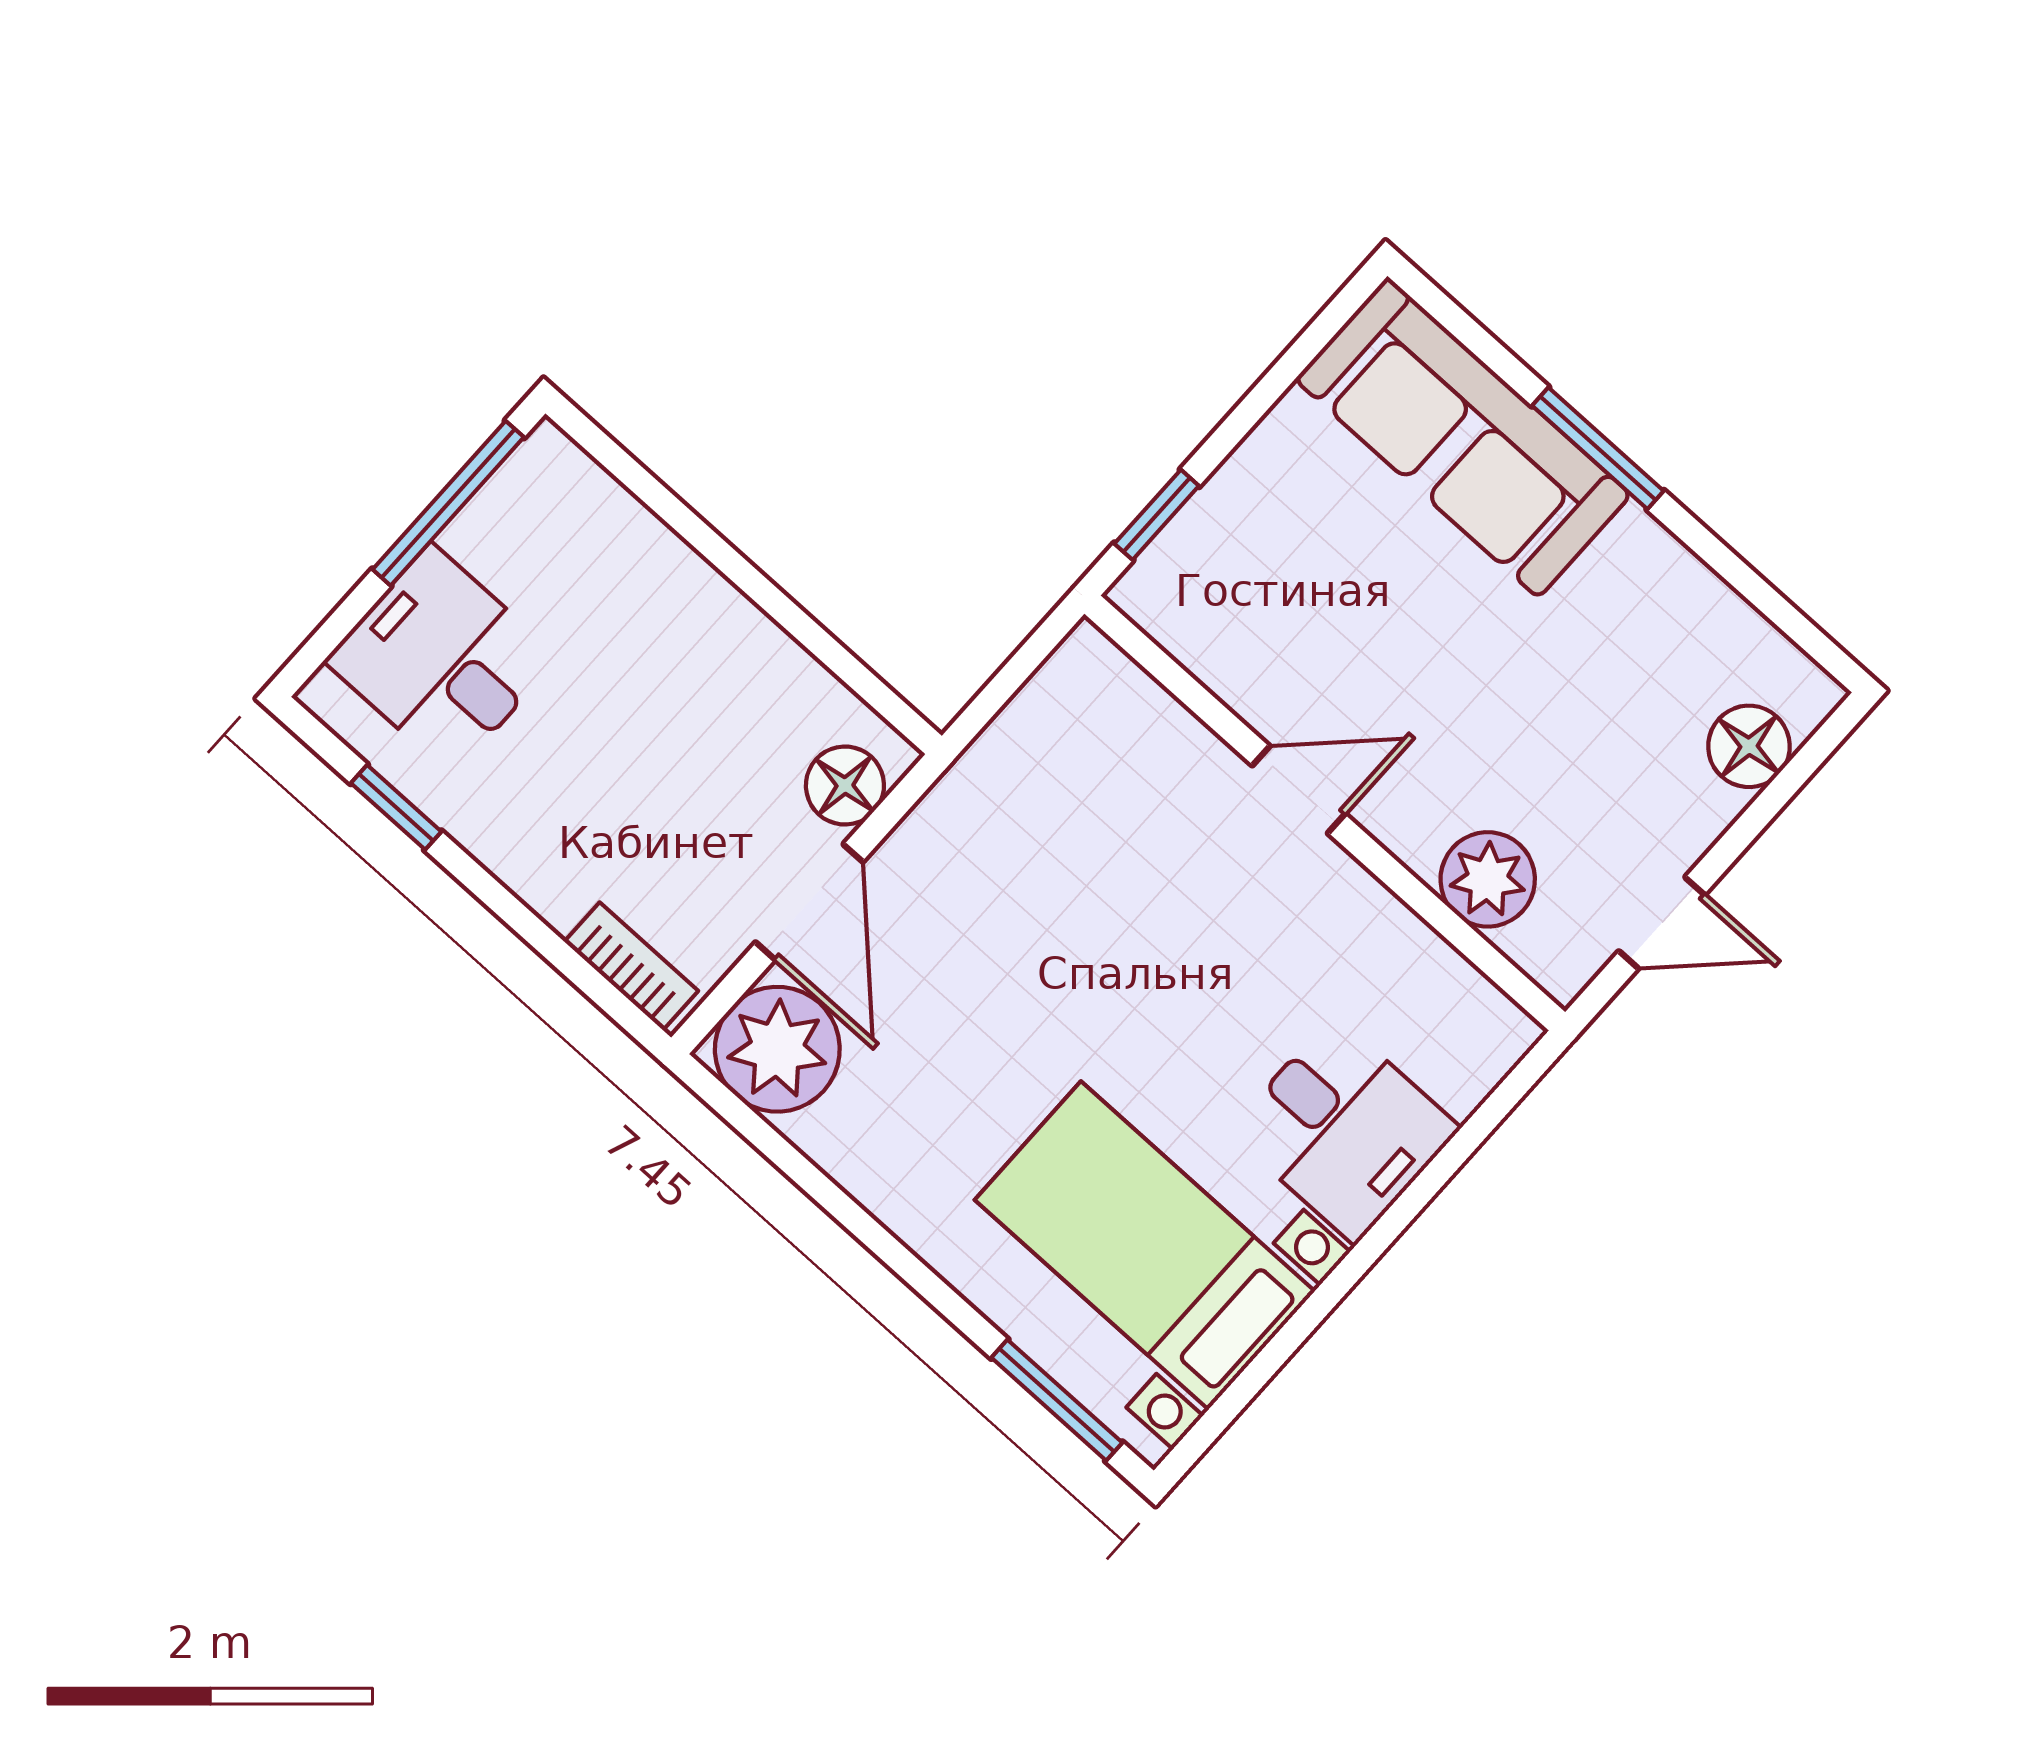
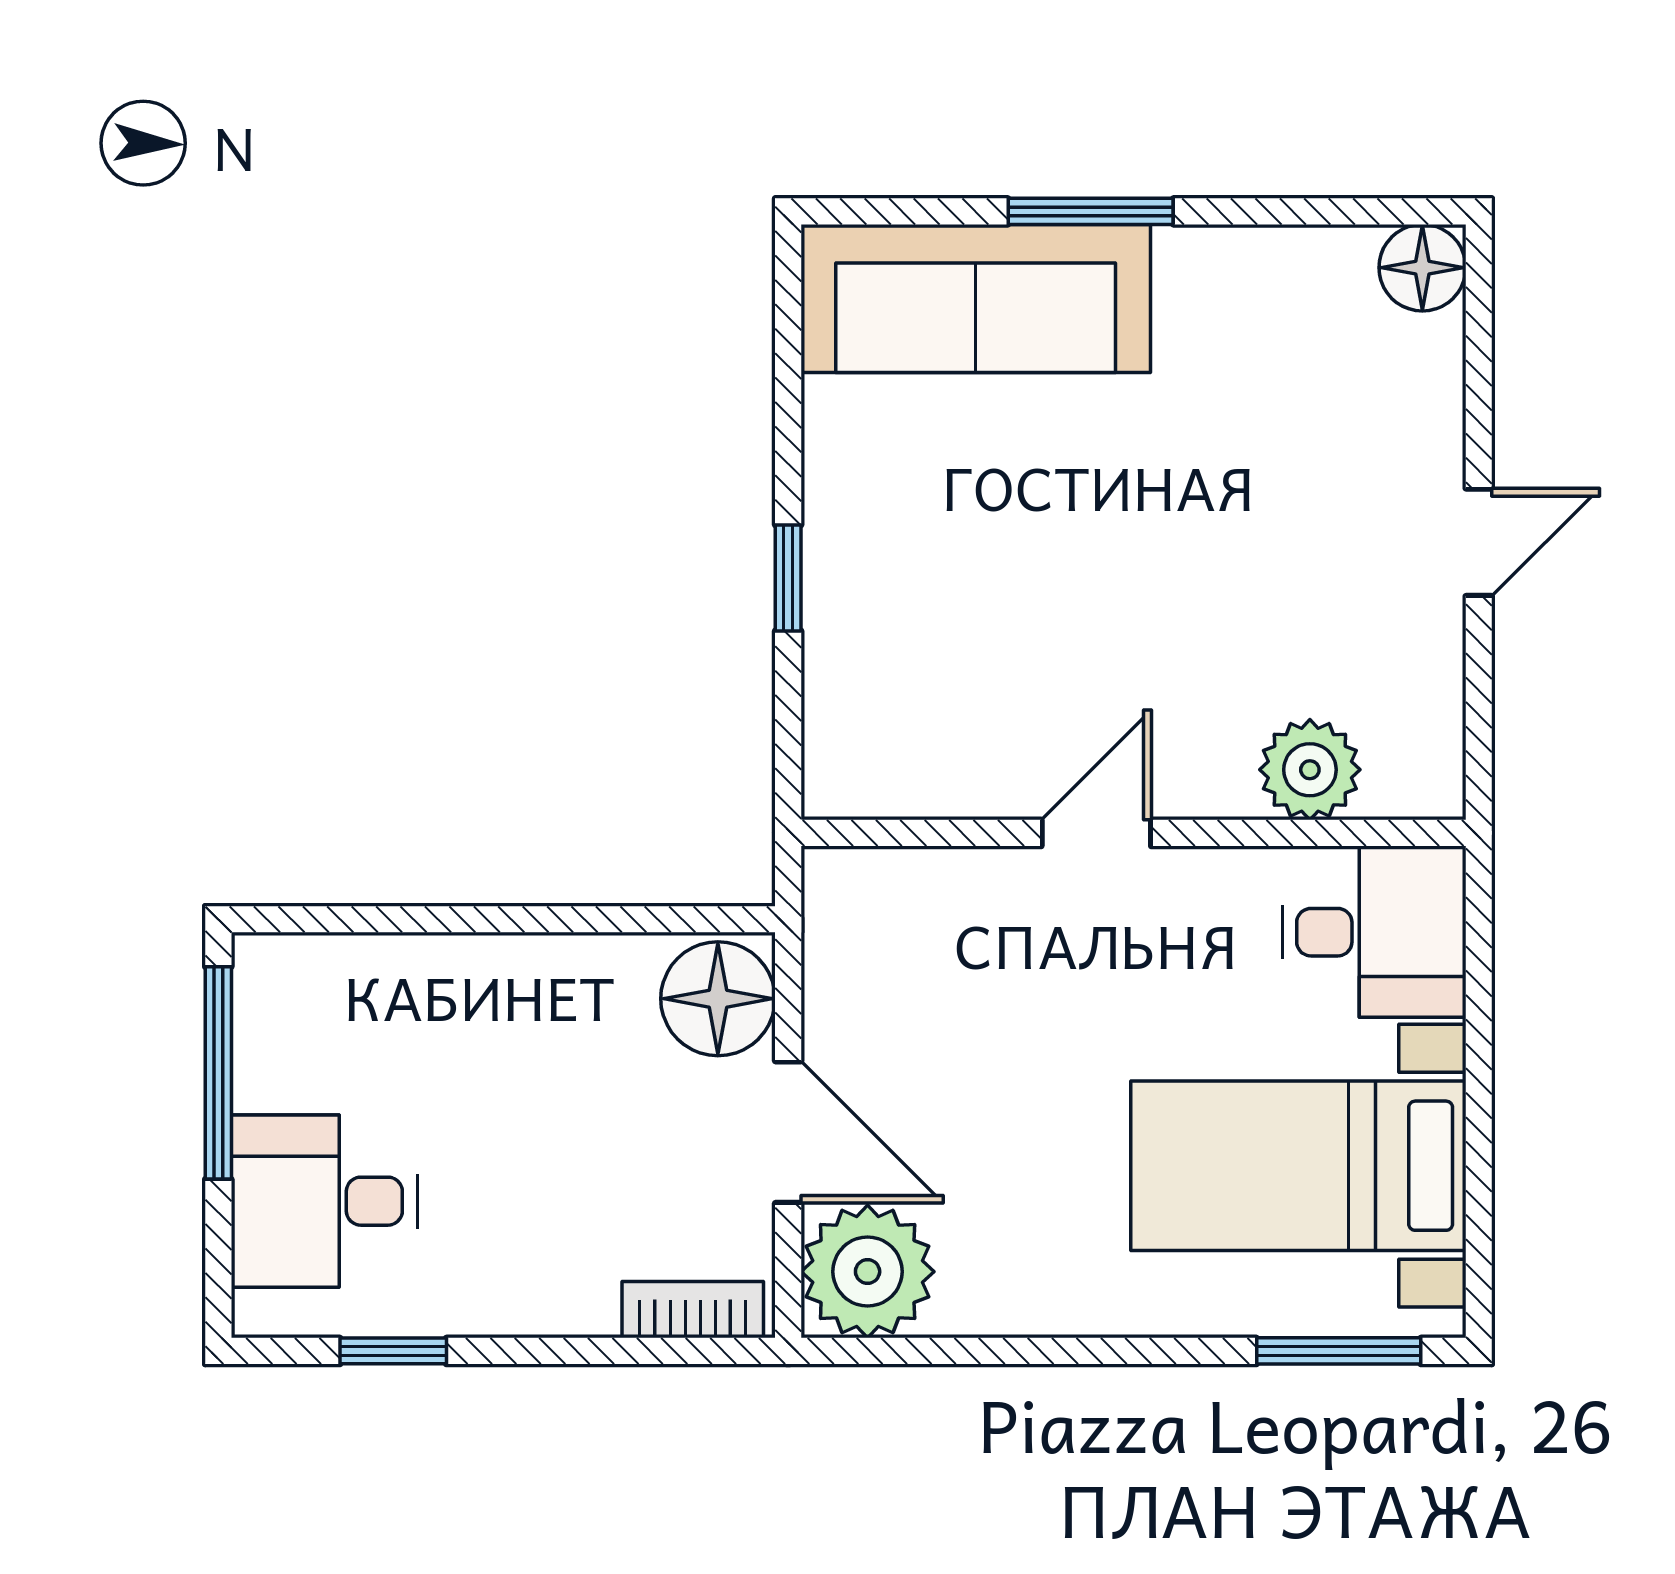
floor lamp: (1749, 746) -> (1422, 268), moved
floor lamp: (845, 785) -> (718, 999), width x1.38, depth x1.38
door: (1299, 790) -> (1096, 833), moved
wall: (1325, 813) -> (1133, 833), moved
plant: (1488, 879) -> (1310, 770), moved

